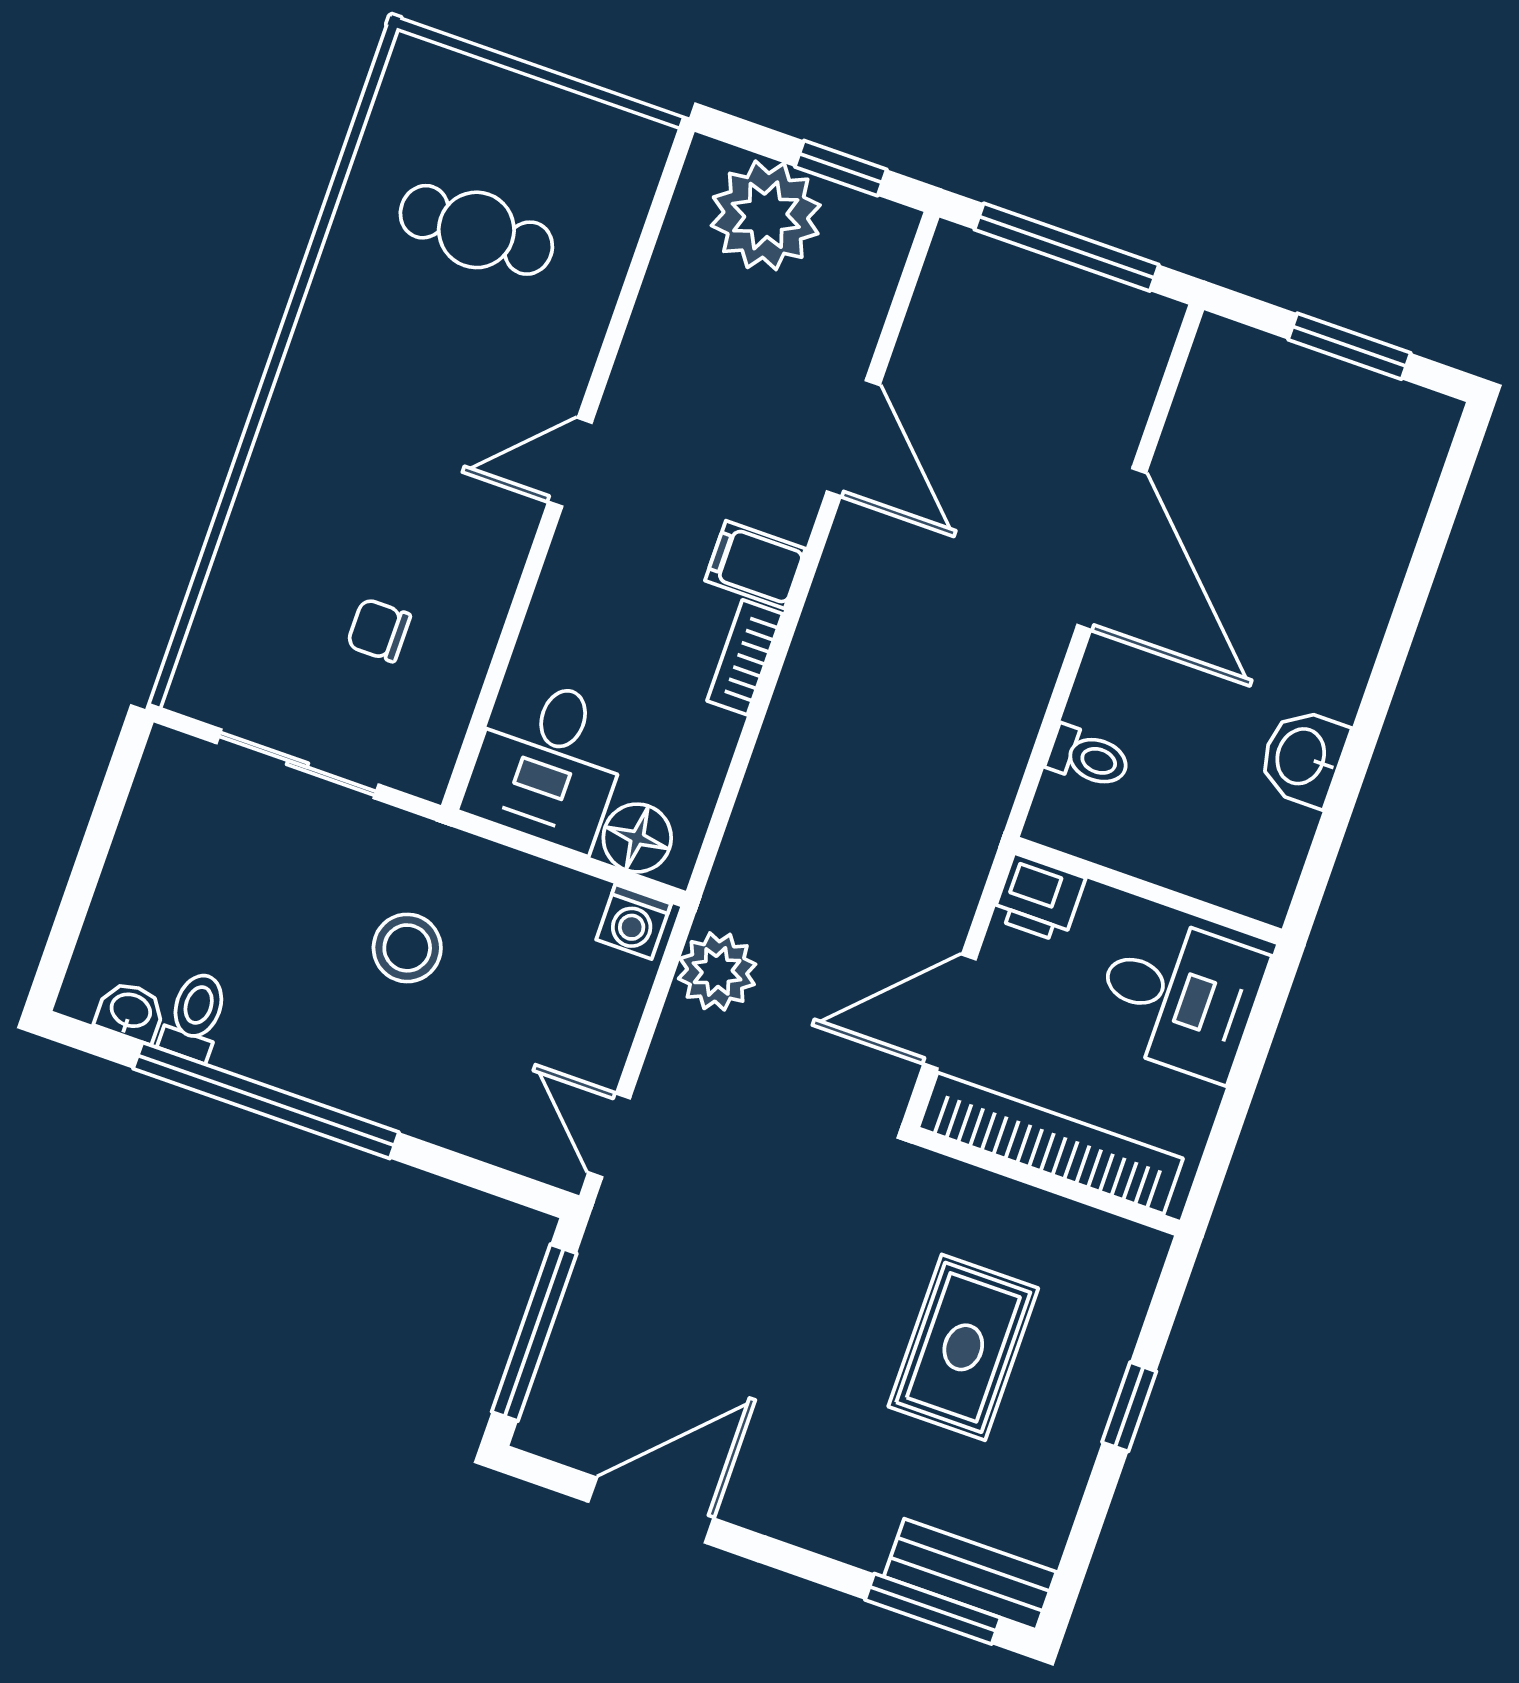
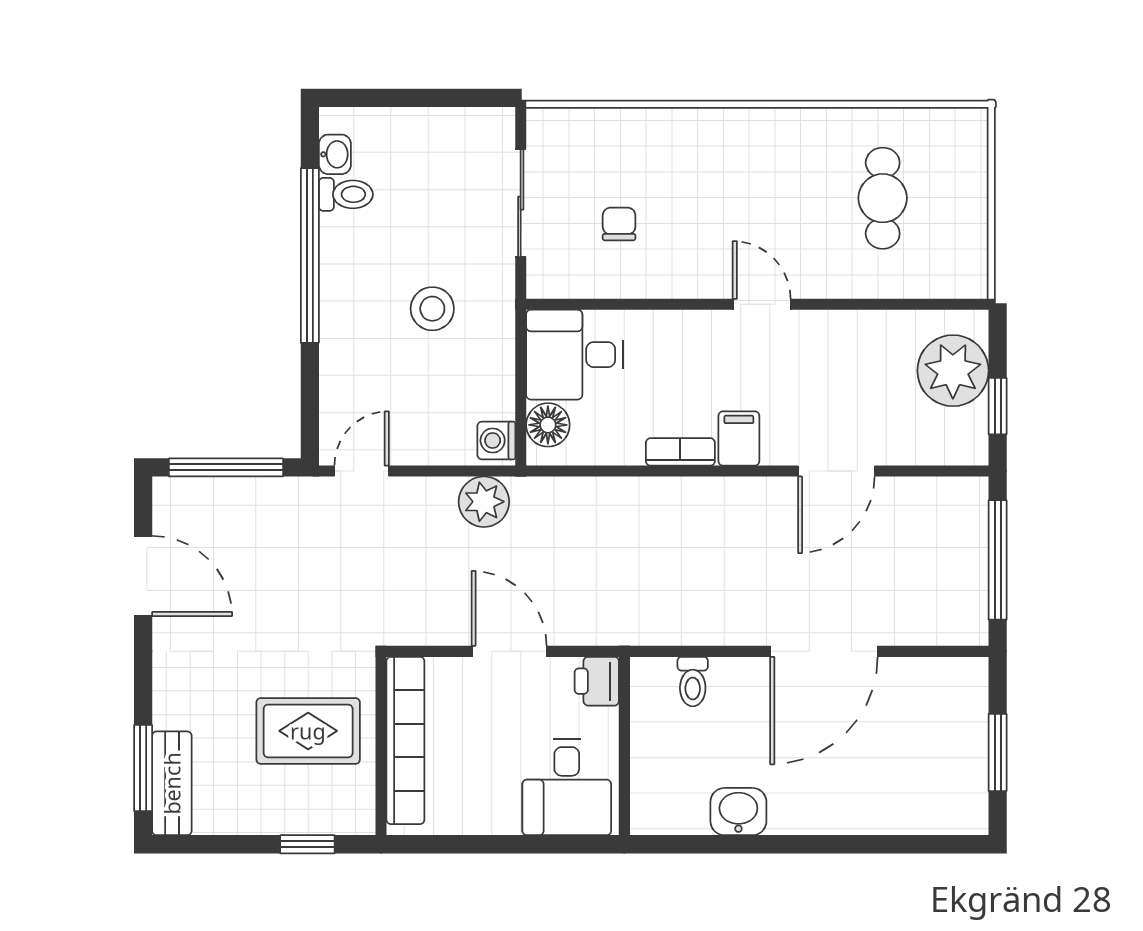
bookcase: (1050, 1143) -> (405, 740), moved
wall: (1046, 1182) -> (381, 746), moved

